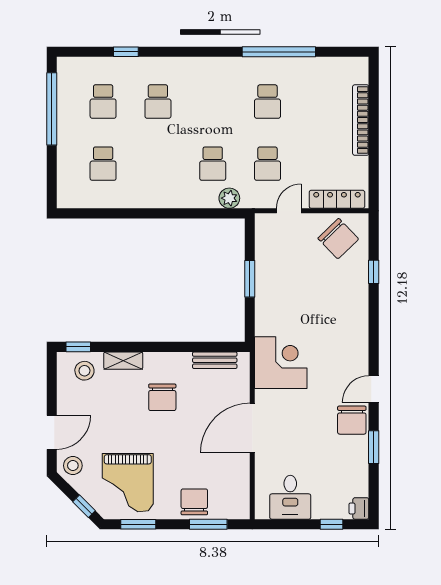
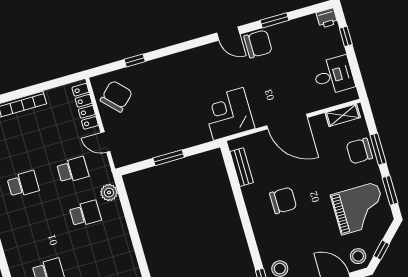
shelving: (123, 361) -> (343, 115), moved, turned 90
window: (84, 506) -> (381, 250), moved
window: (208, 524) -> (378, 149), moved

